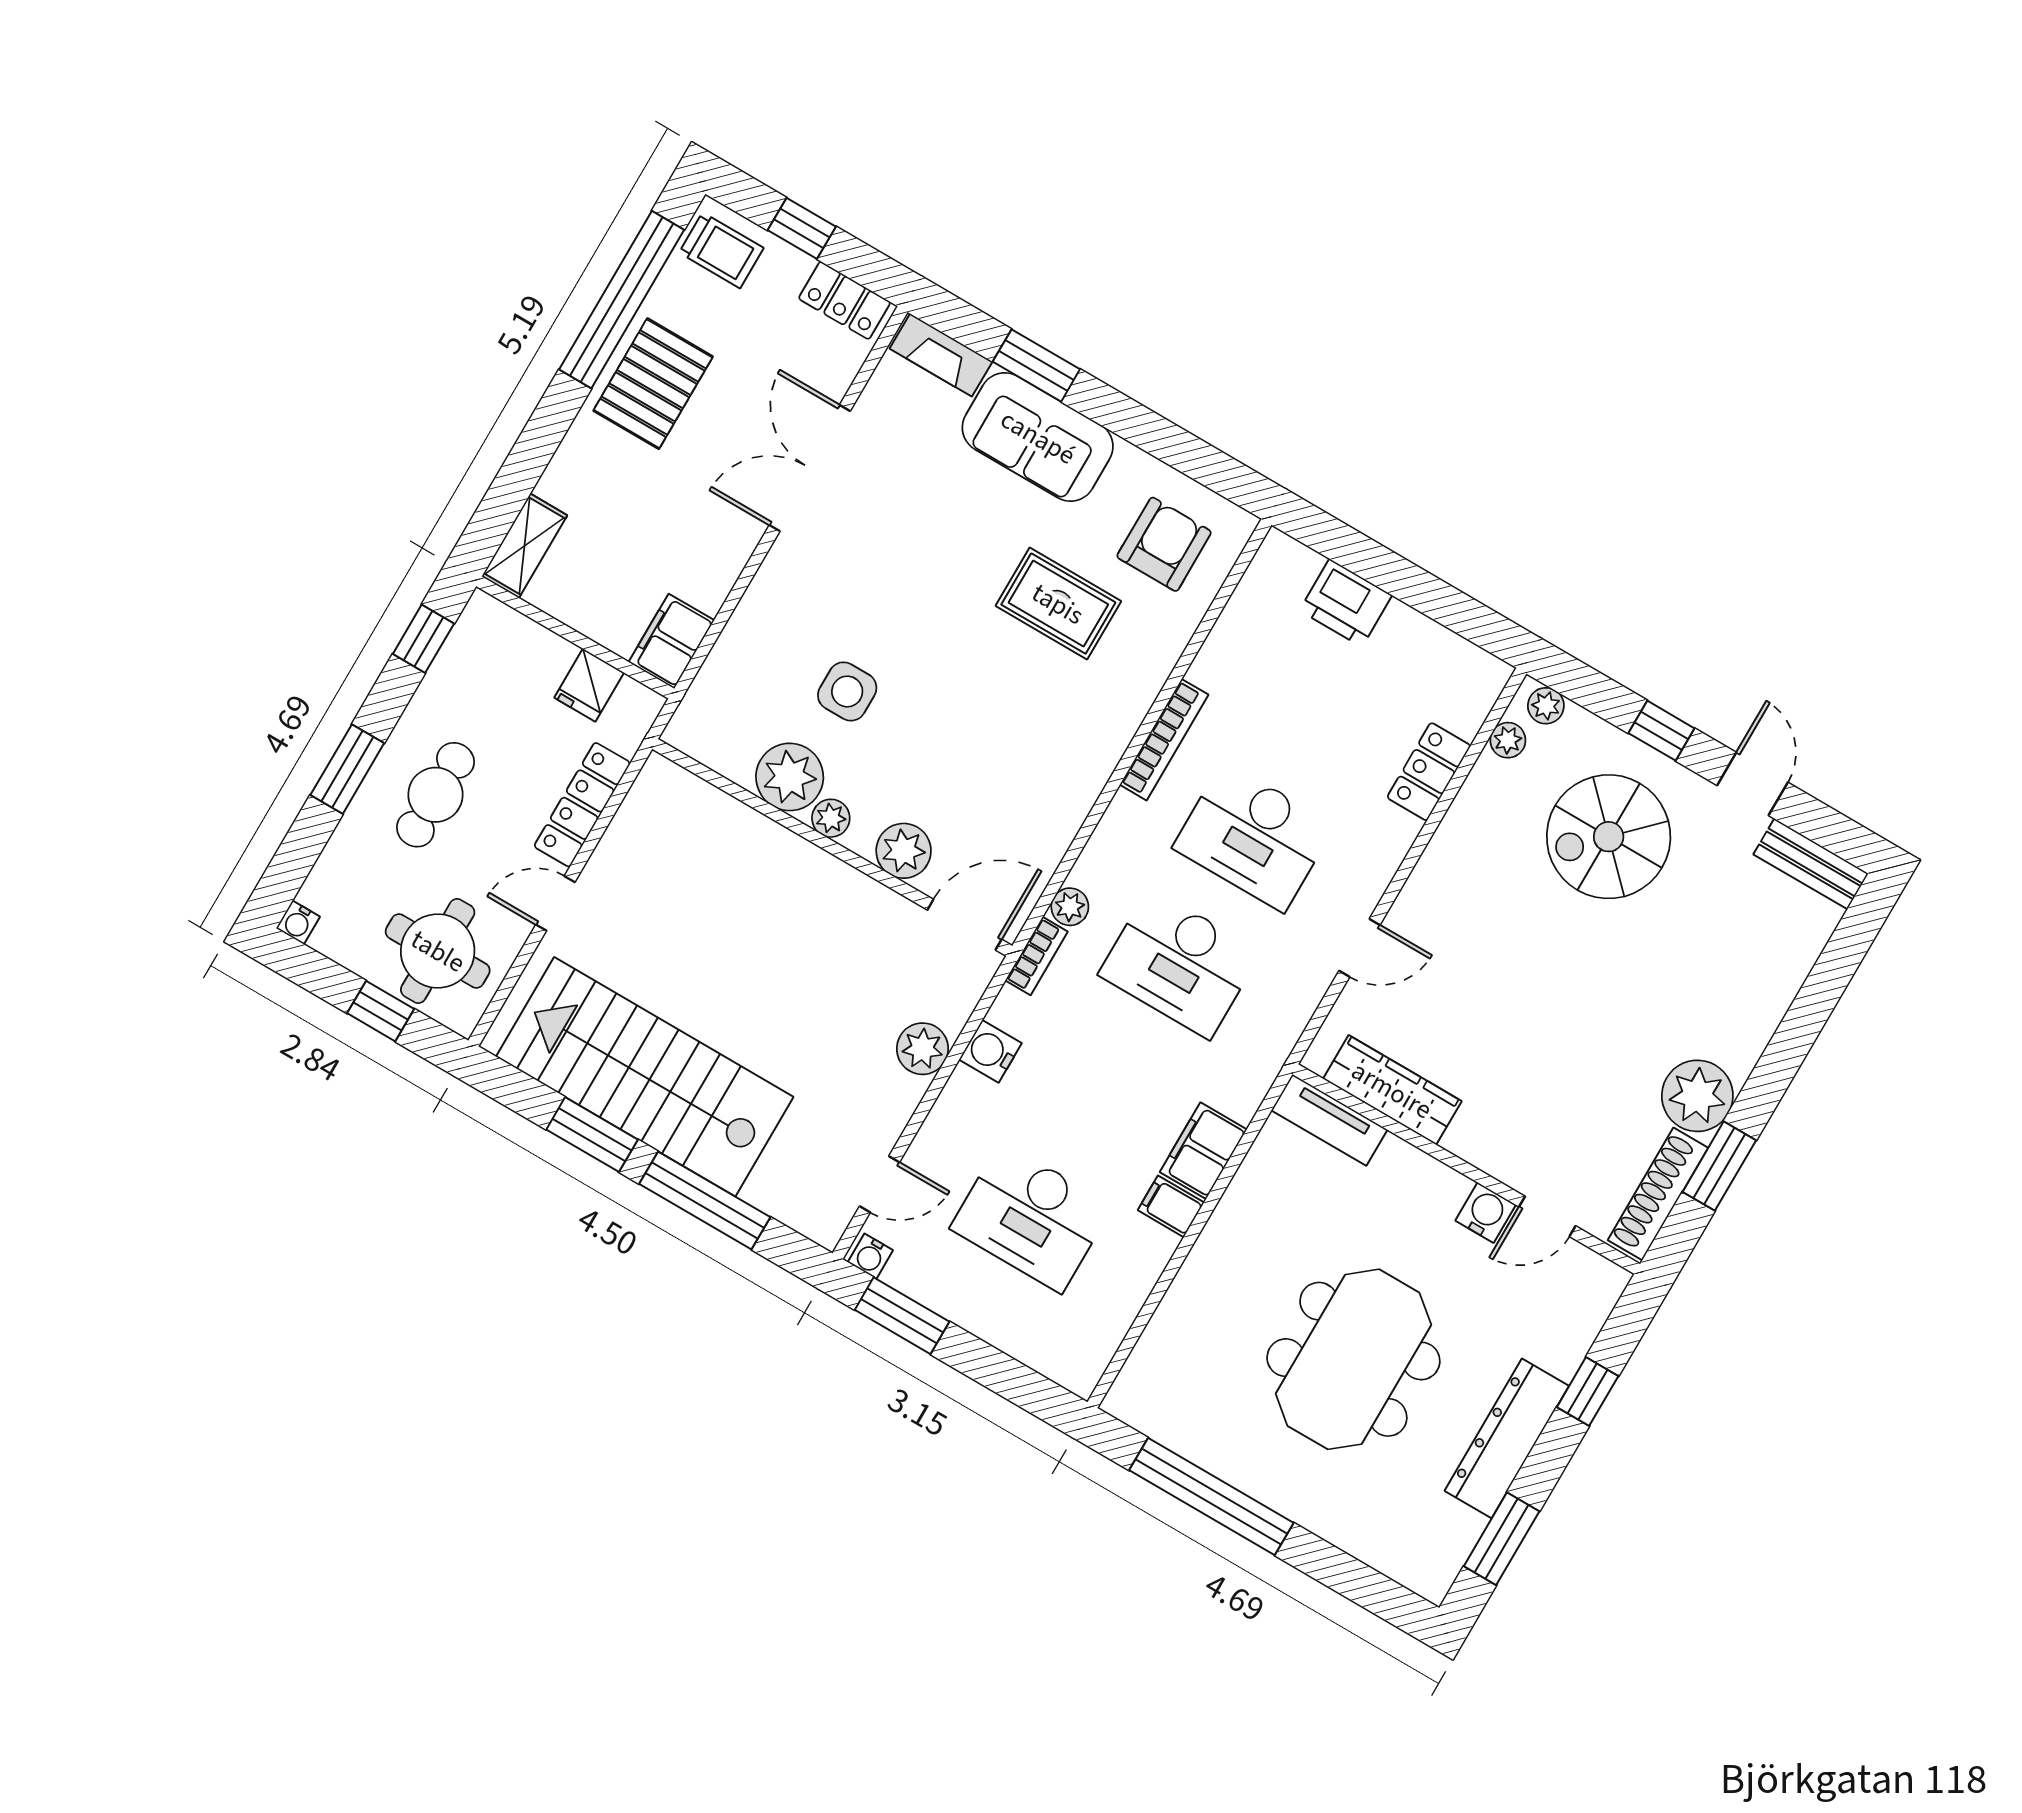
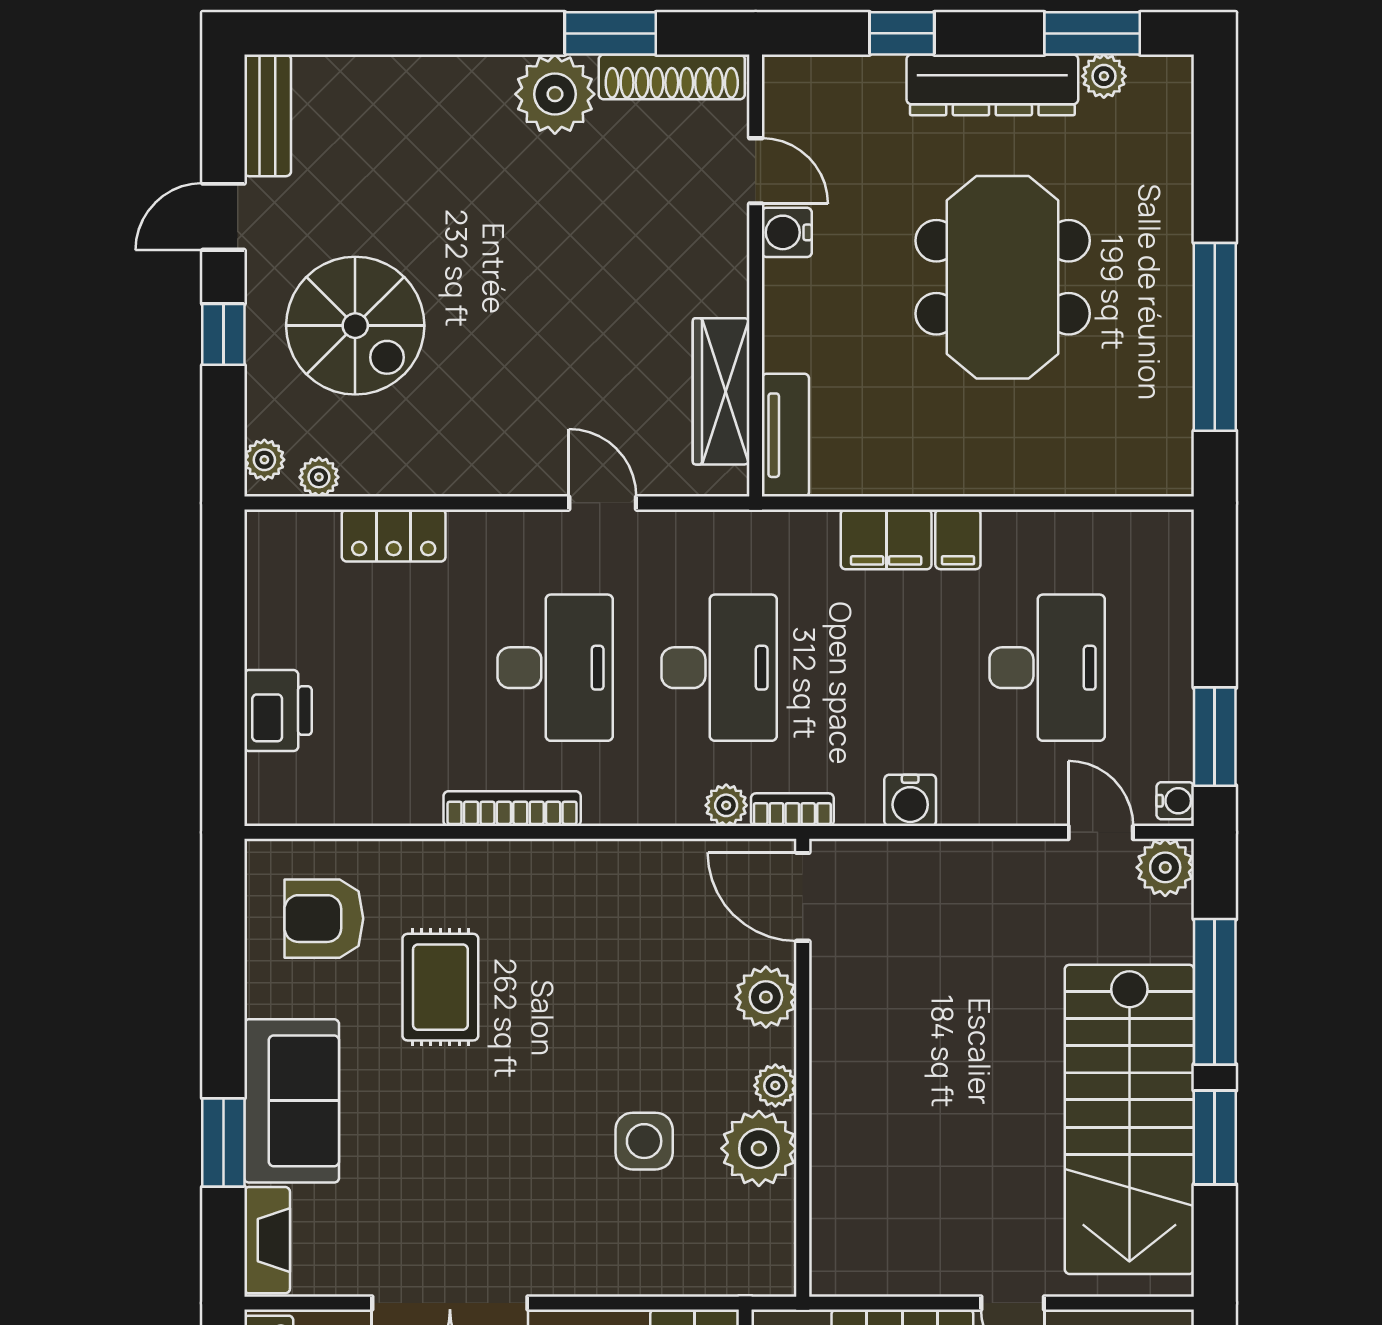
plant: (922, 1049) -> (1165, 867), moved
meeting table: (1353, 1359) -> (1003, 277), turned 90
plant: (1463, 1529) -> (1104, 76), added

